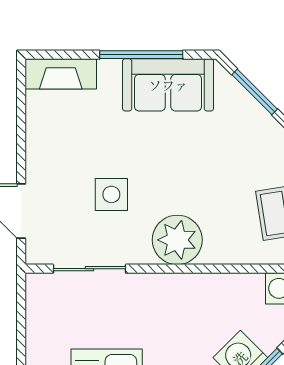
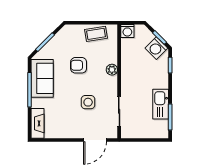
armchair: (199, 172) -> (79, 65), added
plant: (177, 240) -> (112, 70), width x0.53, depth x0.53

